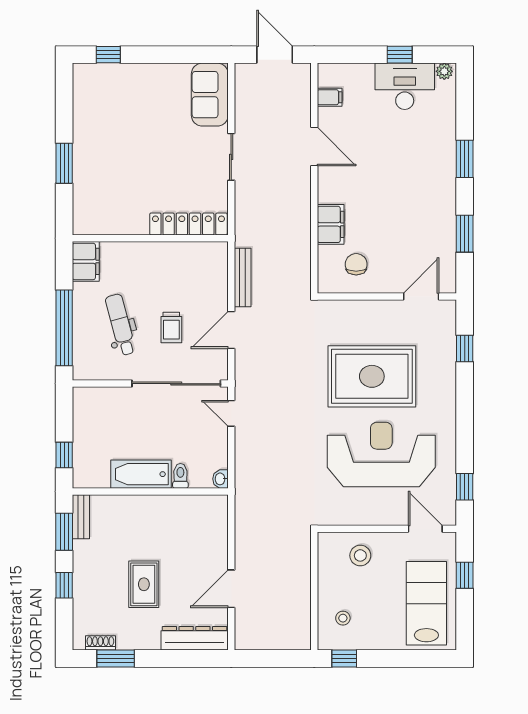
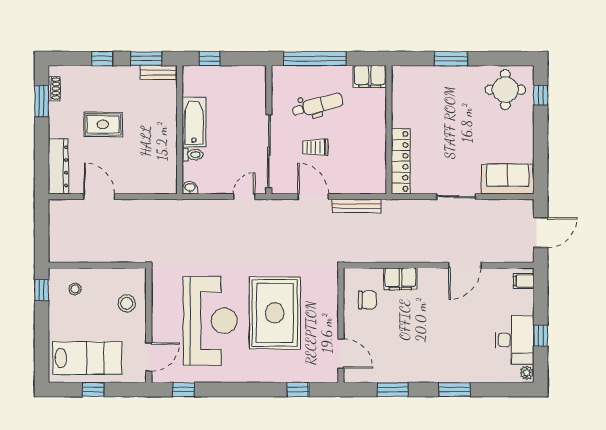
round table: (102, 97) -> (505, 90), added
filing cabinet: (330, 97) -> (524, 281), moved, turned 90
window: (465, 575) -> (93, 390), moved

